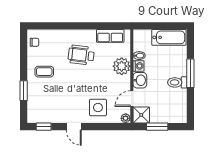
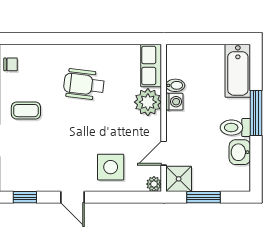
row of seats: (110, 36) -> (151, 65), moved, turned 90
bathtub: (169, 37) -> (238, 71), moved, turned 90
washbasin: (140, 80) -> (240, 152), moved, turned 180

